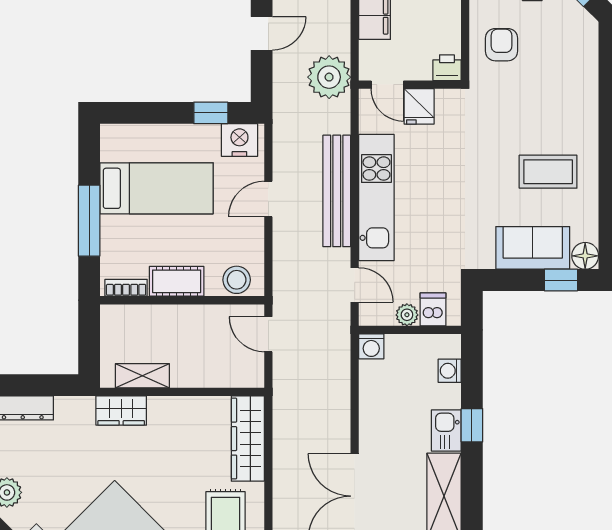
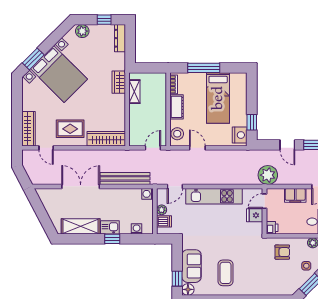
bench: (337, 191) -> (125, 178), moved
door: (268, 199) -> (197, 148), moved

